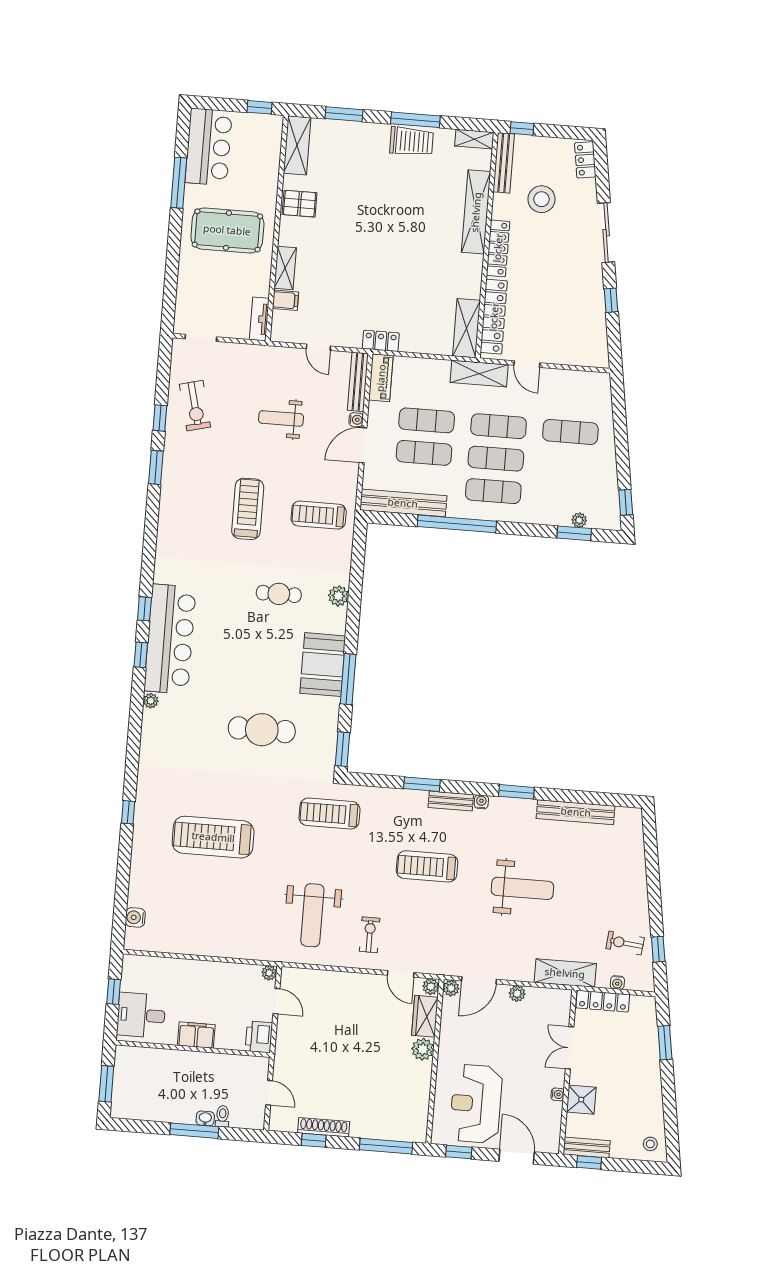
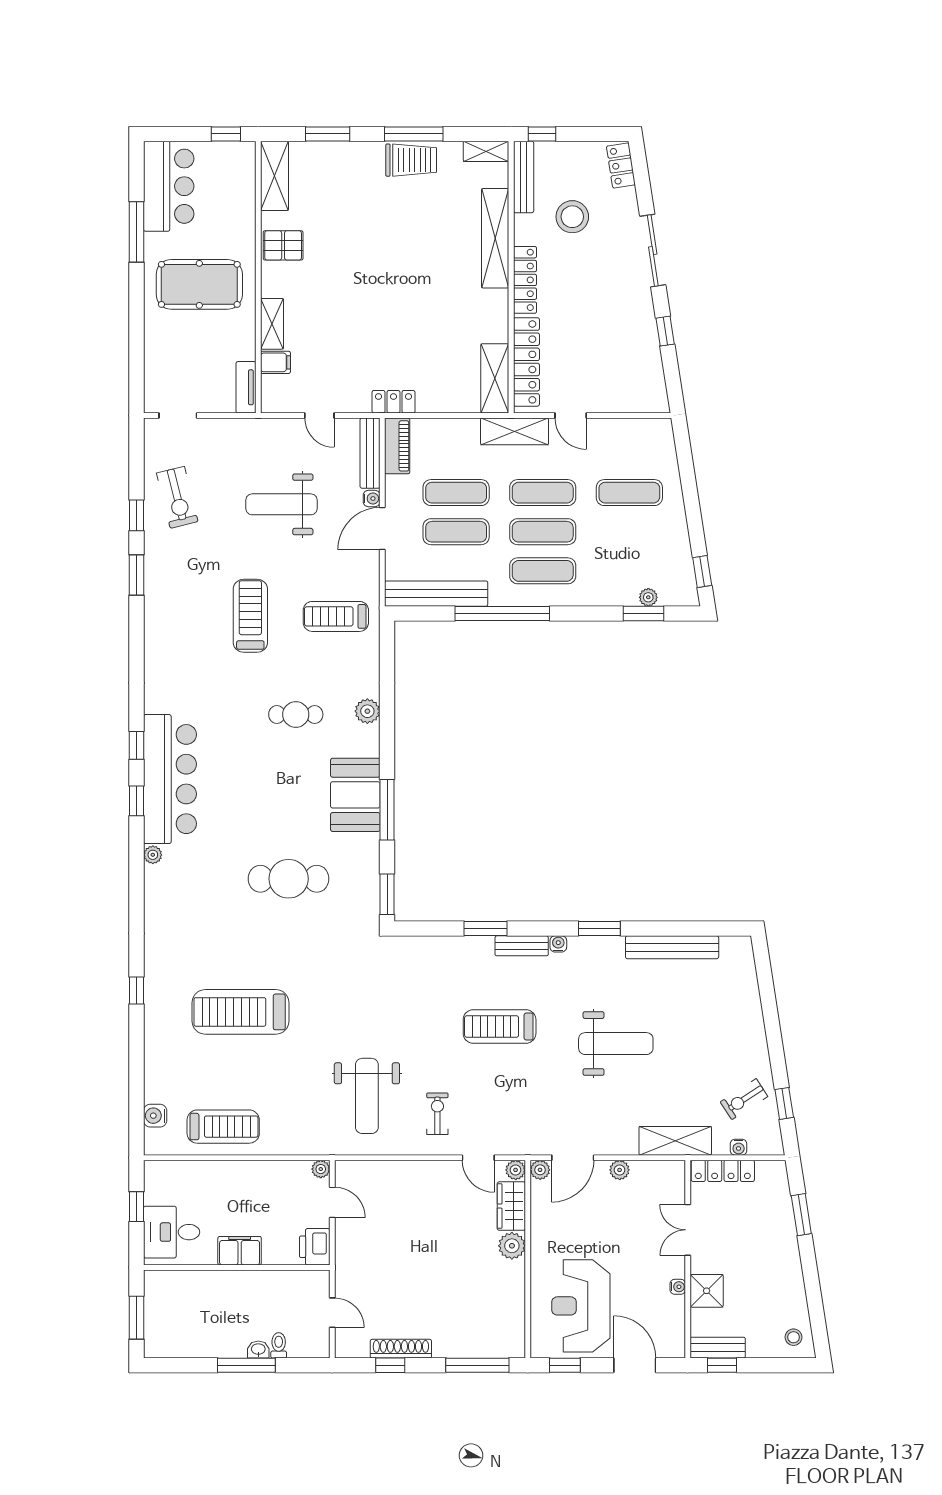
weight bench: (281, 418) -> (282, 504), width x1.36, depth x1.33
treadmill: (330, 814) -> (223, 1127), moved, turned 180
exercise bike: (625, 943) -> (744, 1099), turned -39

